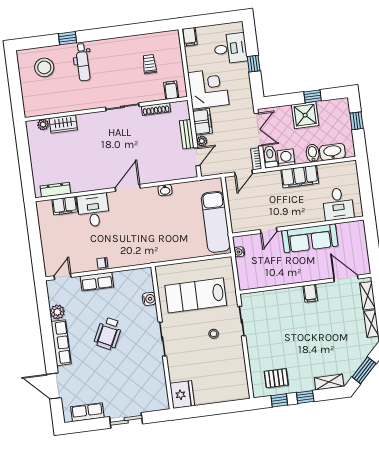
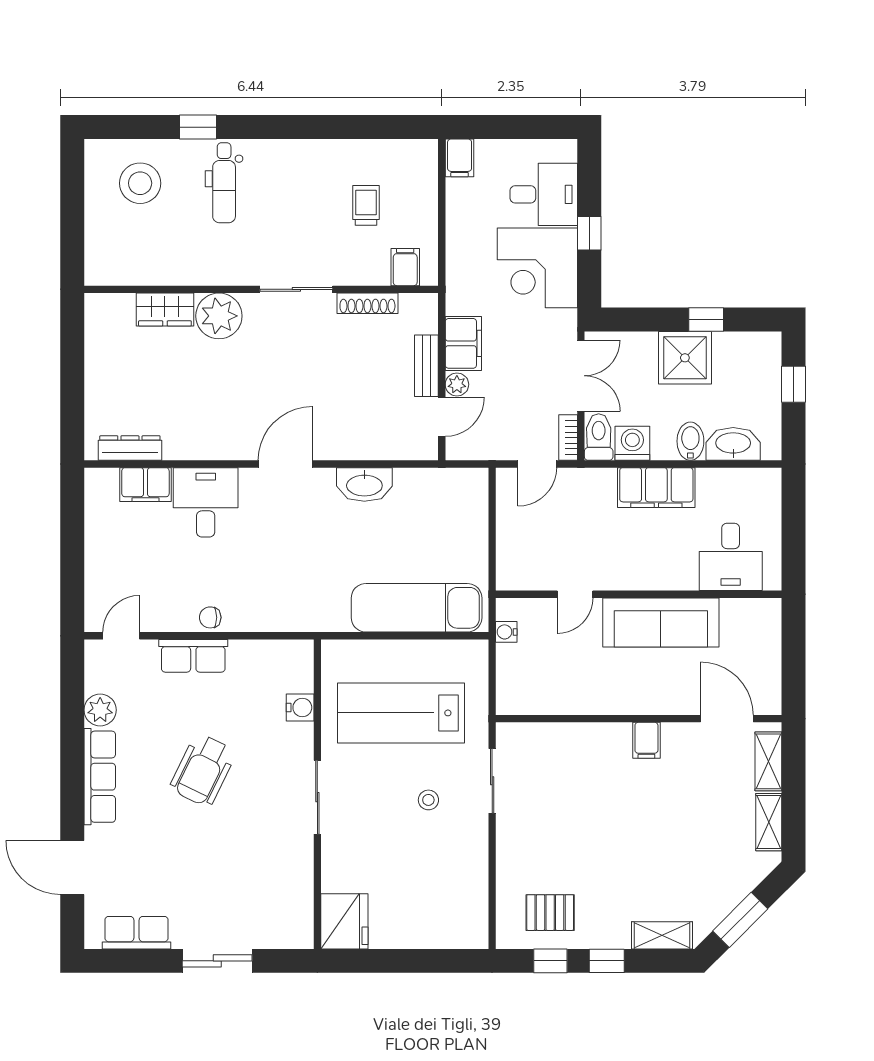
corner desk: (208, 89) -> (537, 268), moved, turned 180
plant: (43, 125) -> (219, 316), moved, width x1.88, depth x1.88
washbasin: (165, 190) -> (364, 485), width x1.91, depth x1.45
exam couch: (216, 222) -> (417, 608), moved, turned 90

